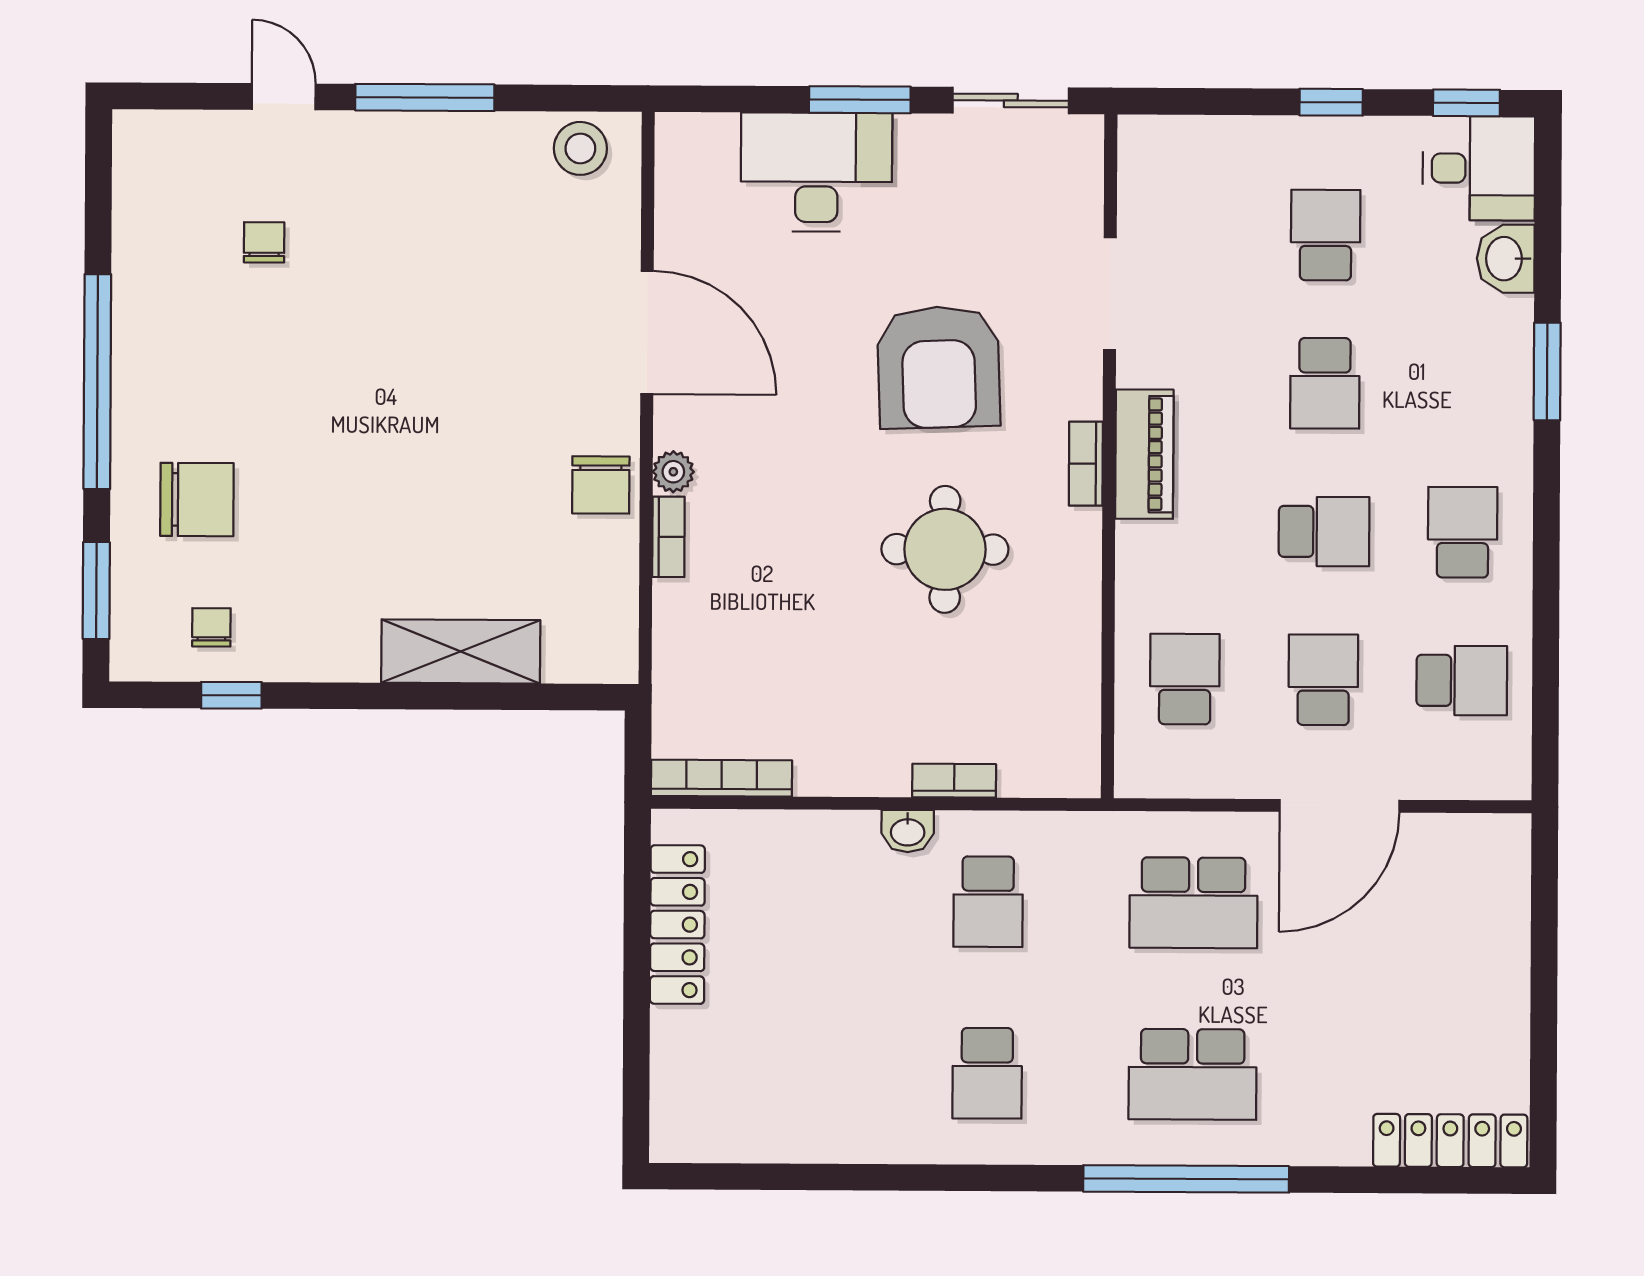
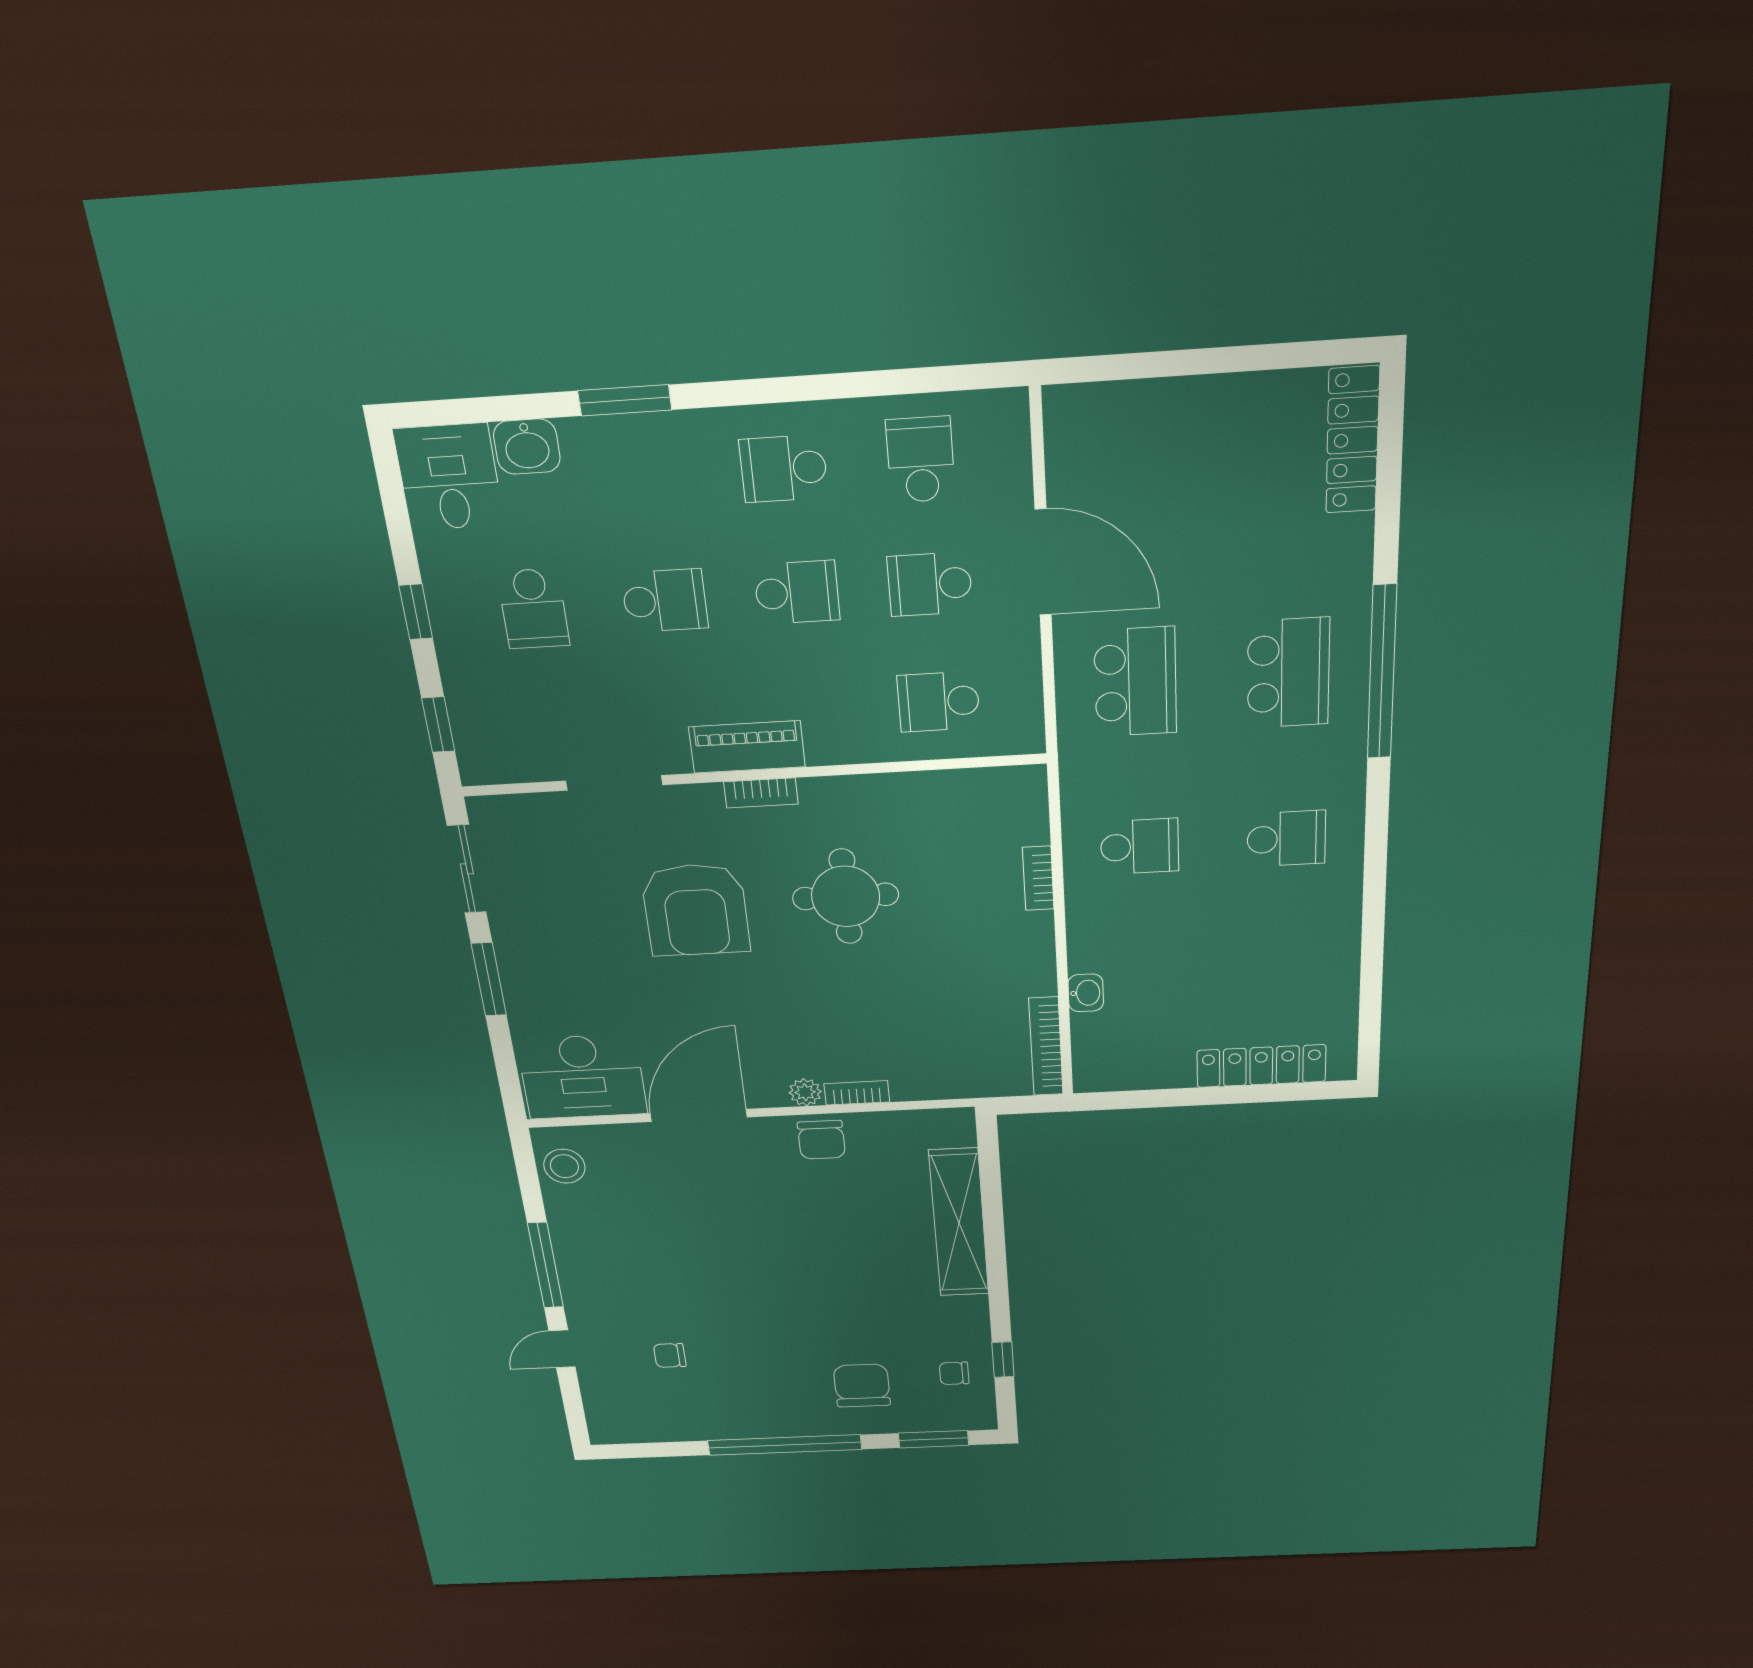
window: (1466, 103) -> (438, 725), moved
desk: (816, 172) -> (582, 1077), moved, turned -90
school desk: (1326, 235) -> (533, 609), turned -90
armchair: (939, 367) -> (696, 910), turned 92
chair: (601, 485) -> (821, 1140), turned 90
school desk: (1324, 532) -> (797, 592), turned 90
shelving: (461, 651) -> (959, 1223), width x1.47
washbasin: (908, 831) -> (1086, 993), moved
locker: (677, 925) -> (1261, 1066), moved

